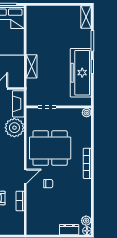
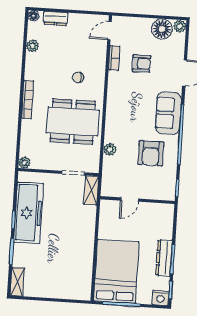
shelving: (32, 66) -> (91, 190), moved
fireplace: (18, 104) -> (109, 179), removed
plant: (14, 128) -> (110, 149), width x0.53, depth x0.53
door: (25, 176) -> (110, 31), moved
plant: (86, 221) -> (32, 46), moved

